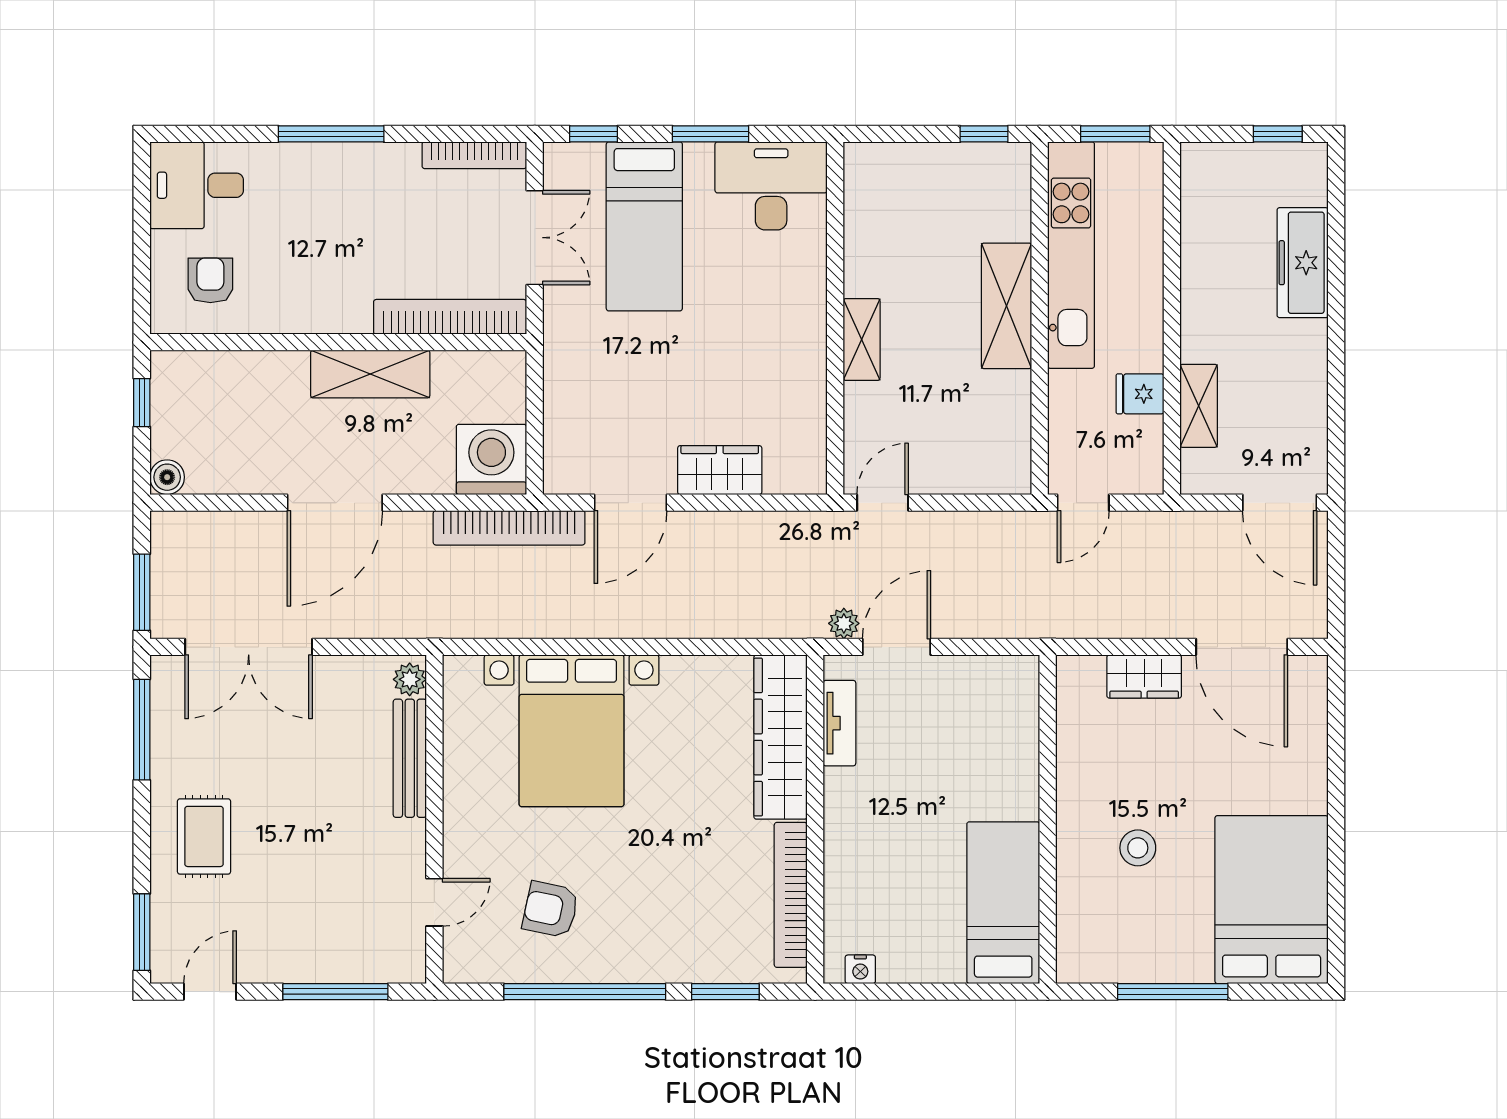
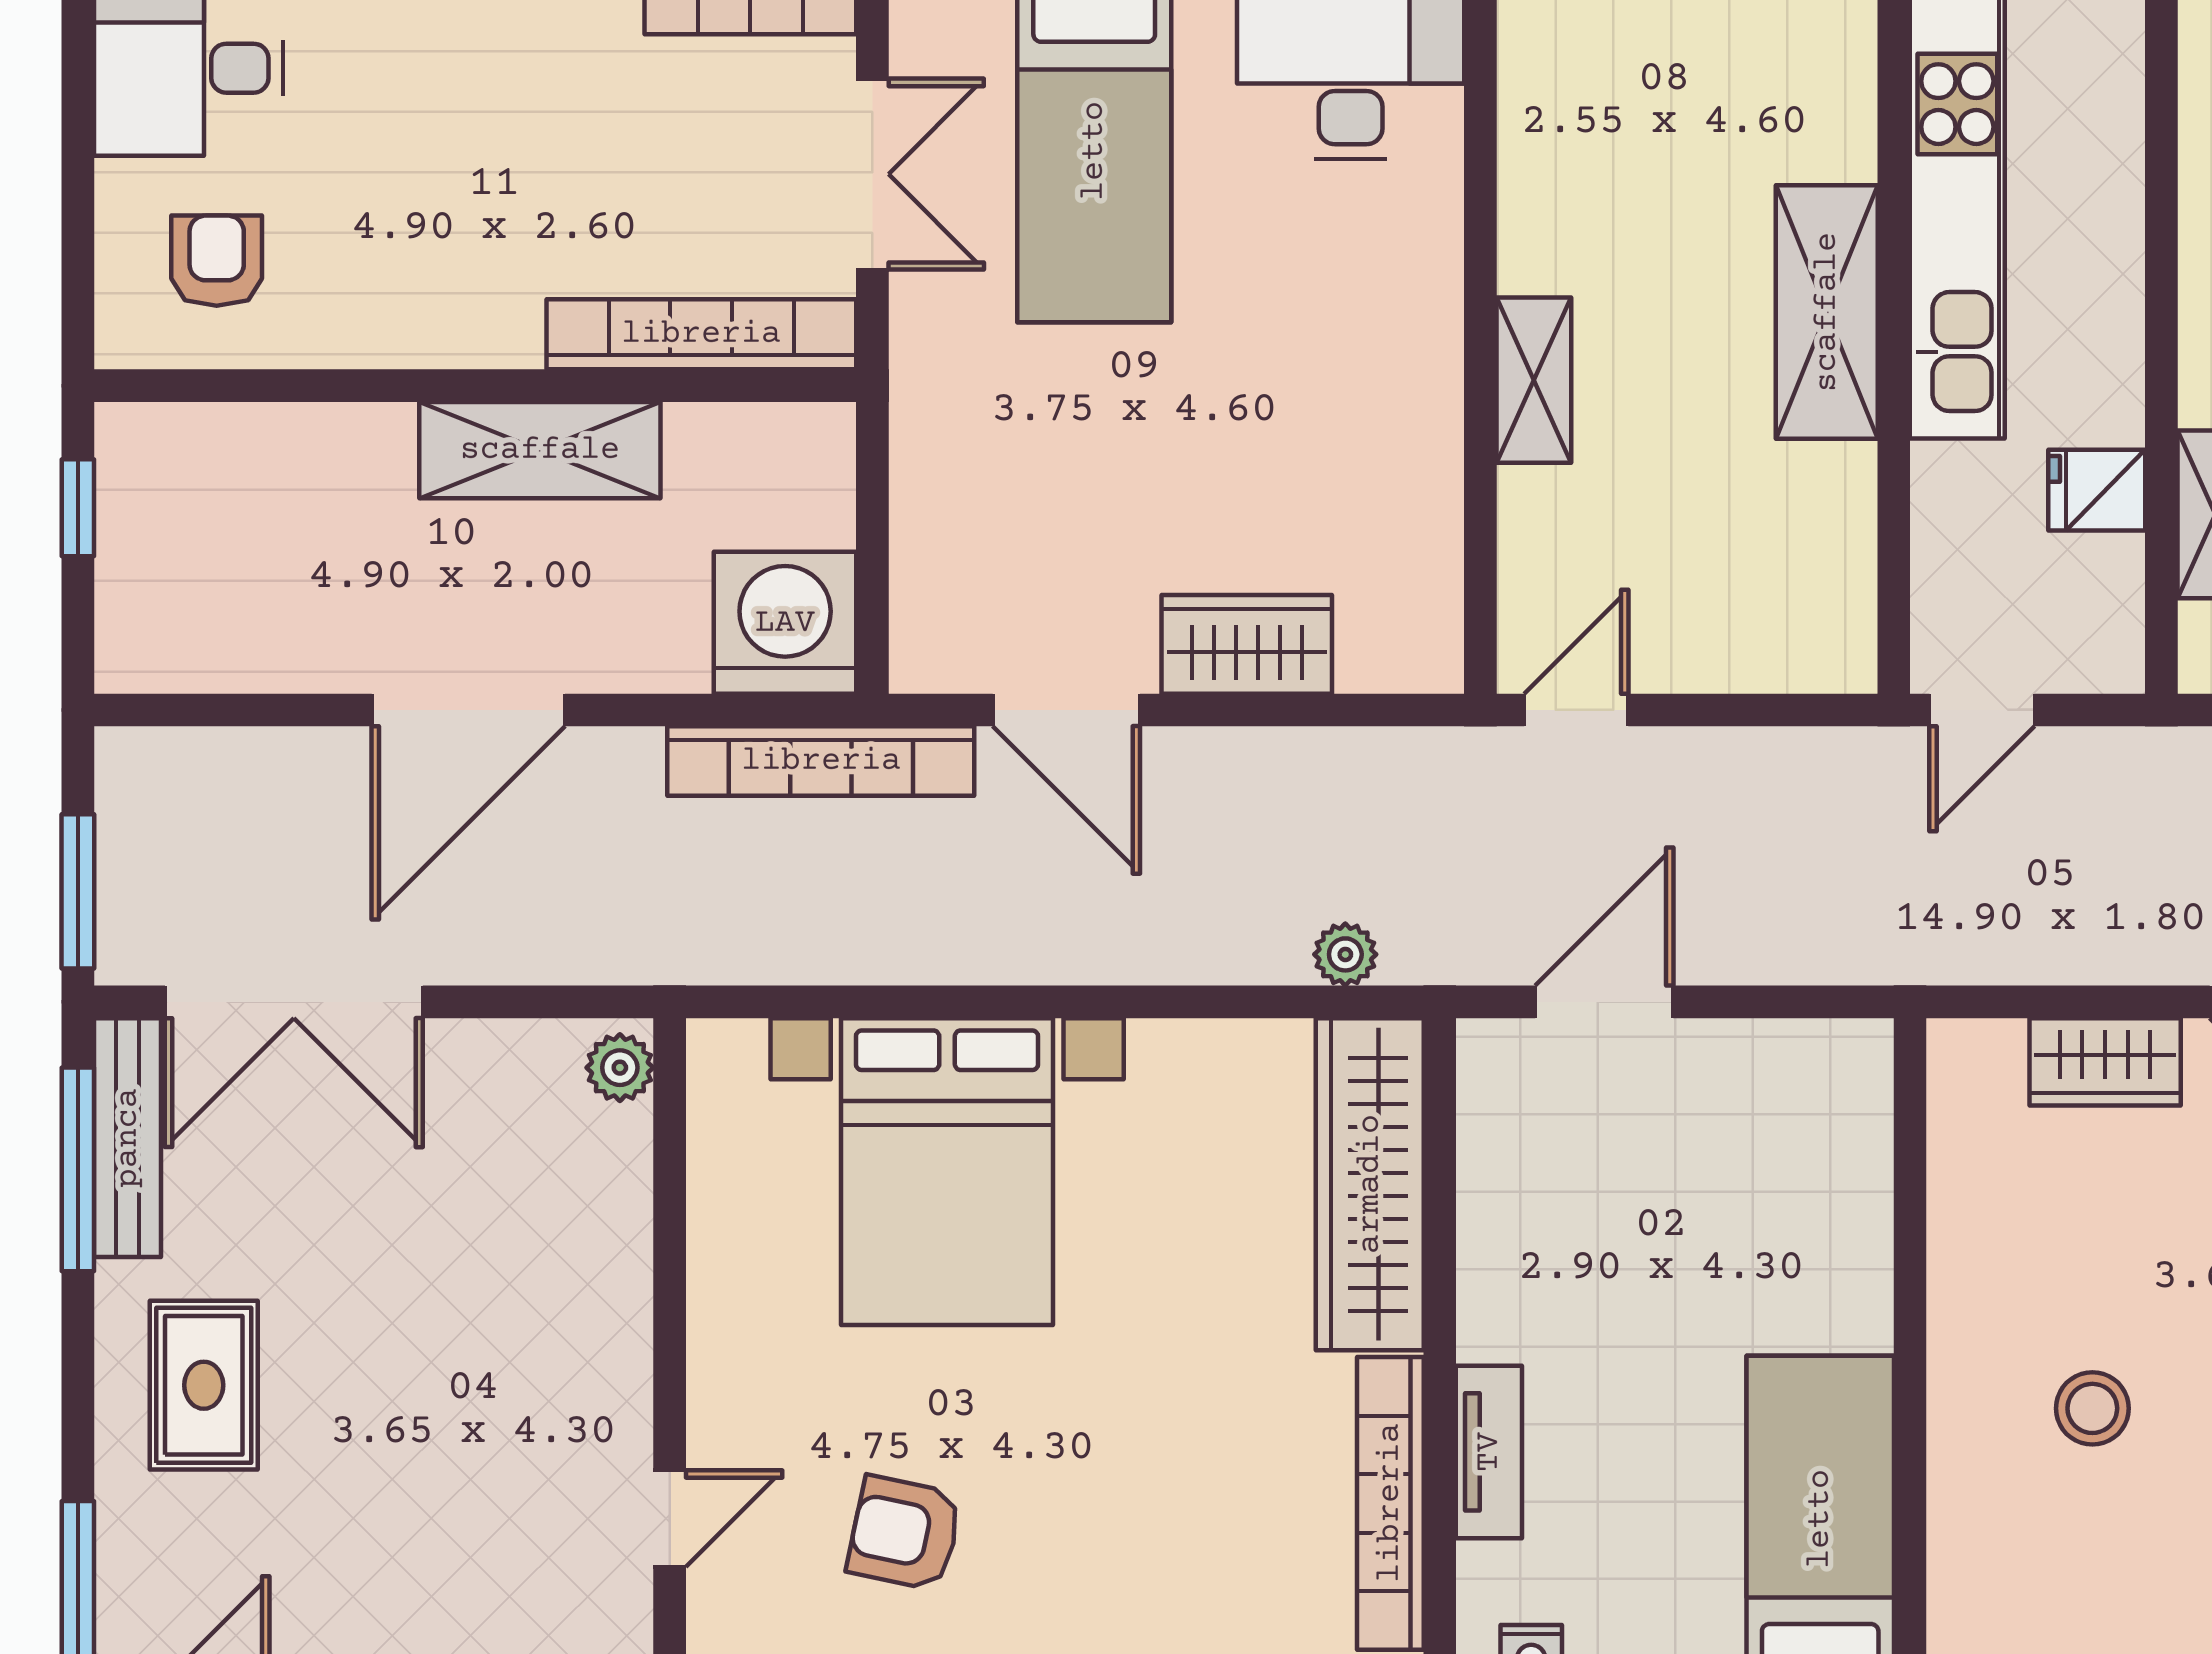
boiler: (167, 477) -> (129, 659), removed
door: (630, 503) -> (1066, 710), hinge flipped
plant: (844, 623) -> (1345, 954), moved
tv unit: (839, 723) -> (1489, 1452), moved
bench: (410, 758) -> (128, 1138), moved

